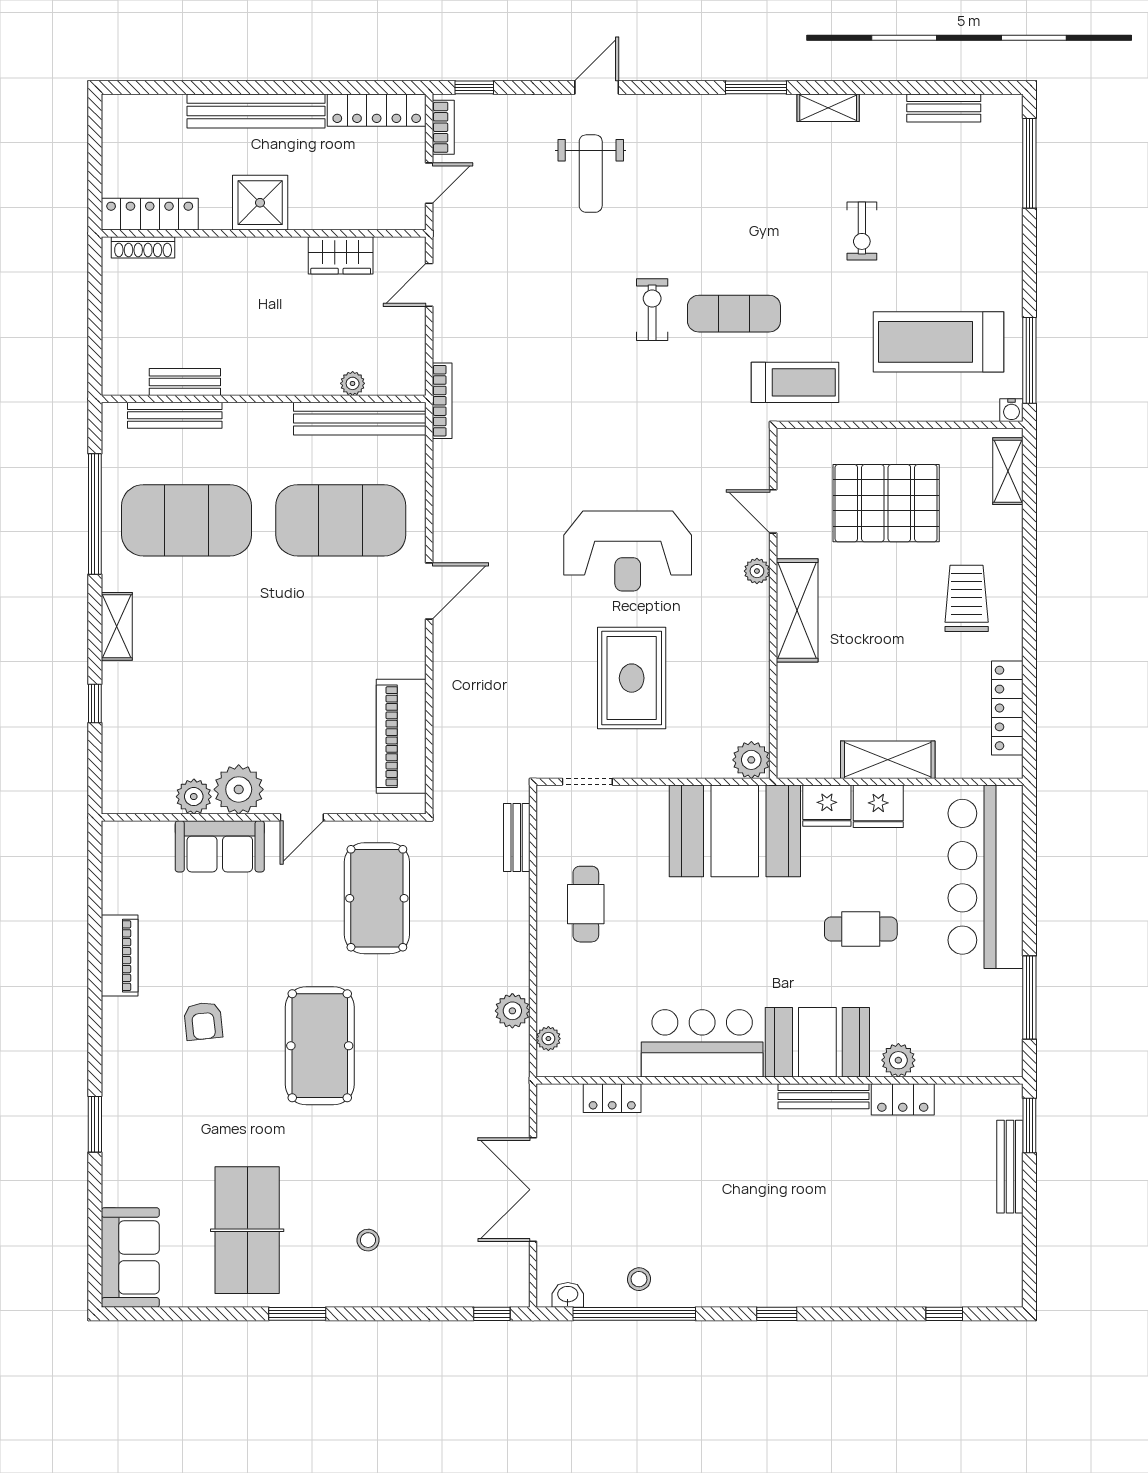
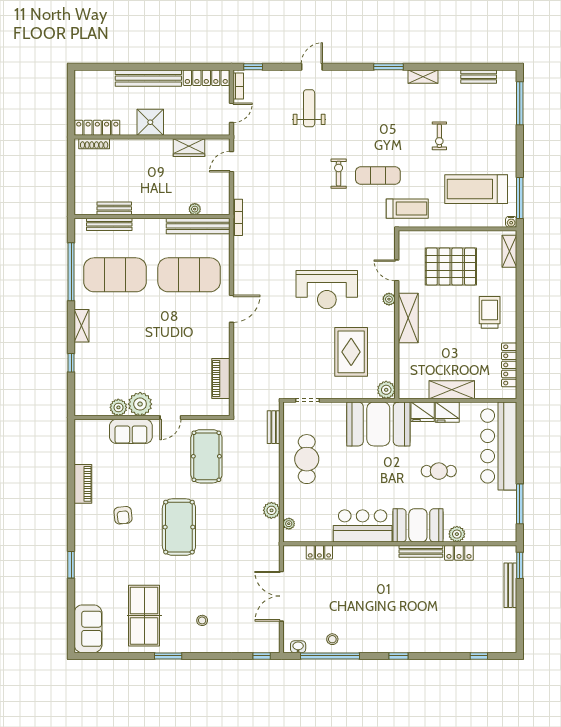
weight bench: (591, 174) -> (309, 108), turned 180
rug: (632, 678) -> (351, 352), moved
piano: (401, 736) -> (221, 379), width x0.73, depth x0.75
cafe table: (586, 904) -> (307, 459), width x1.37, depth x1.35

